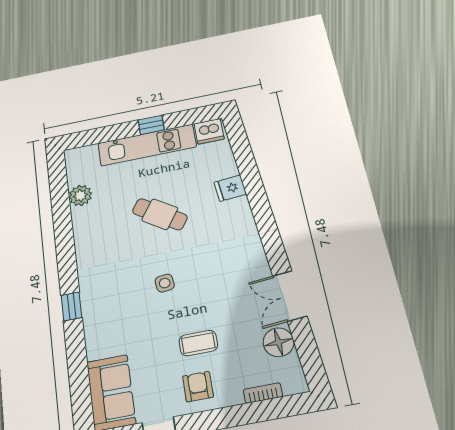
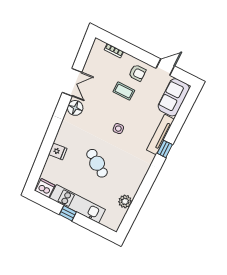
tv unit: (93, 322) -> (160, 135), added
floor lamp: (278, 342) -> (75, 108), moved
armchair: (198, 387) -> (137, 73), turned -90

